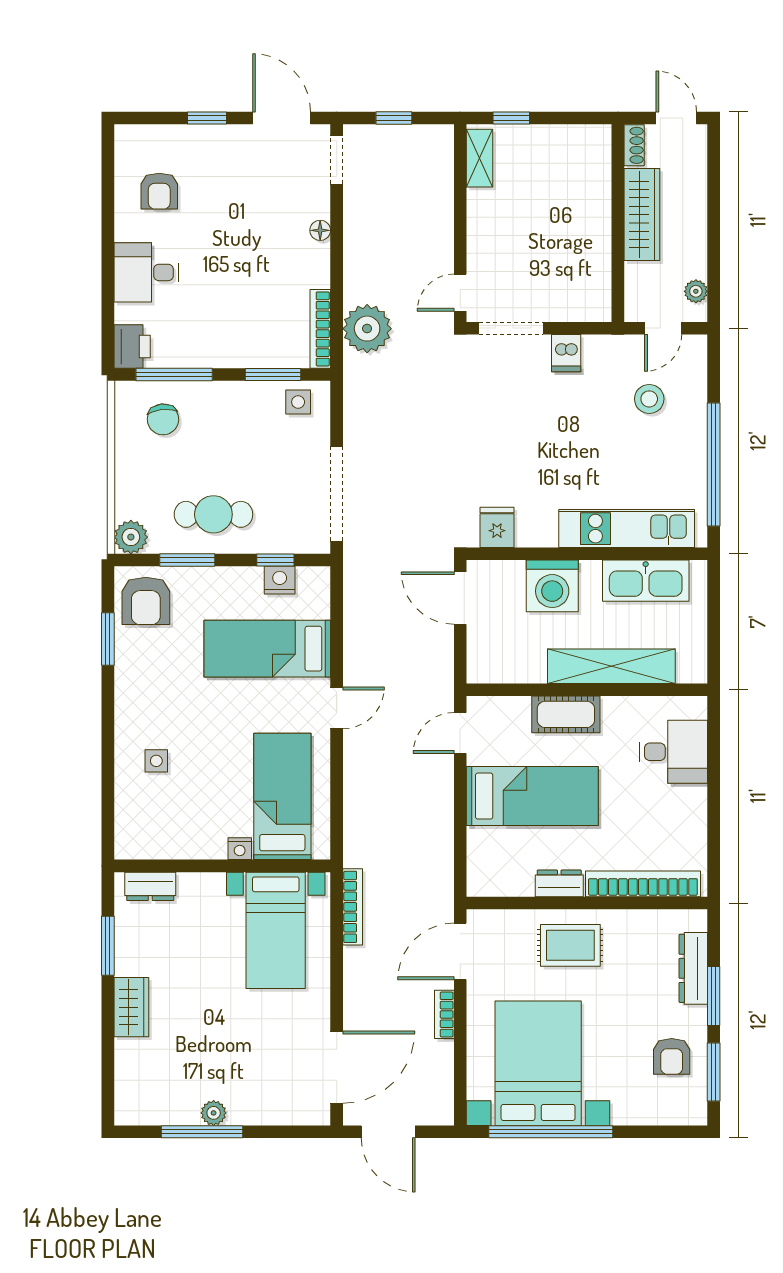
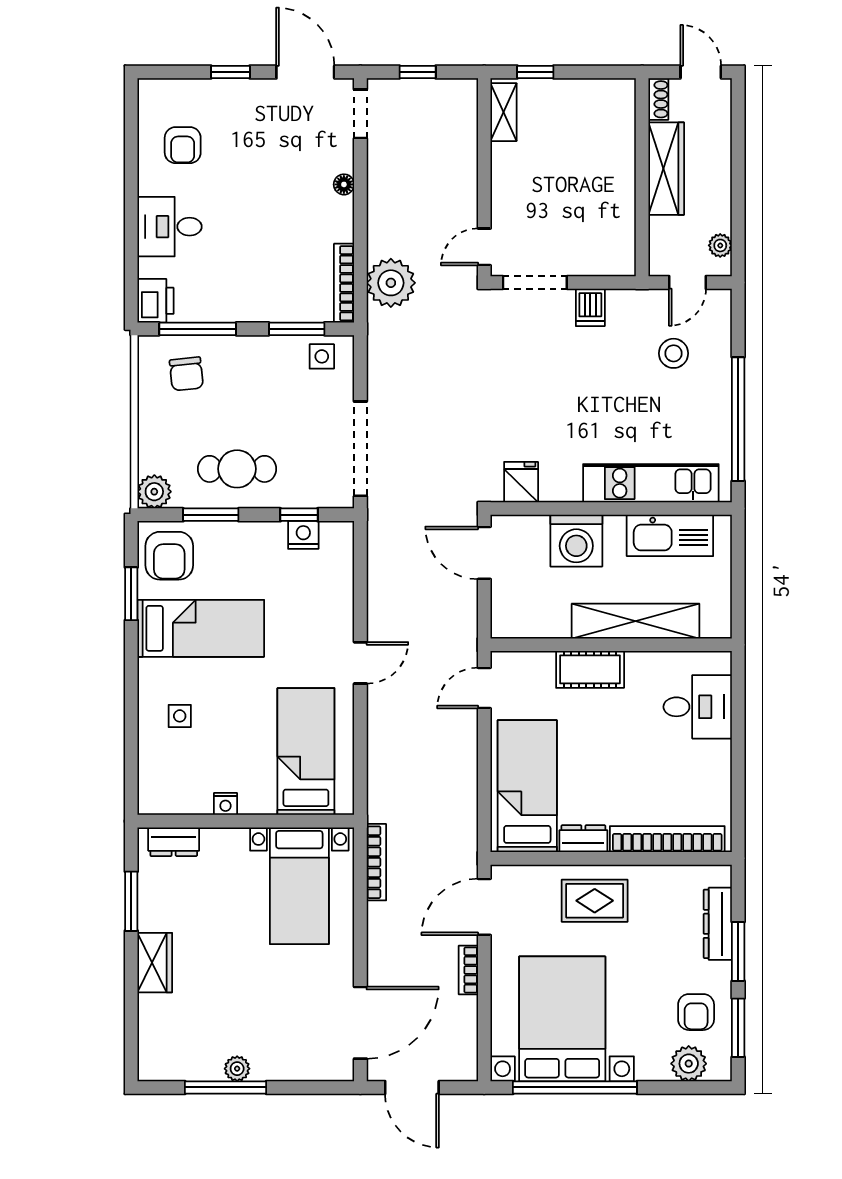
bed: (267, 649) -> (201, 628), moved, turned 180
bed: (532, 796) -> (527, 786), moved, turned -90
nightstand: (240, 849) -> (225, 804), moved
plant: (664, 1108) -> (689, 1064), added

